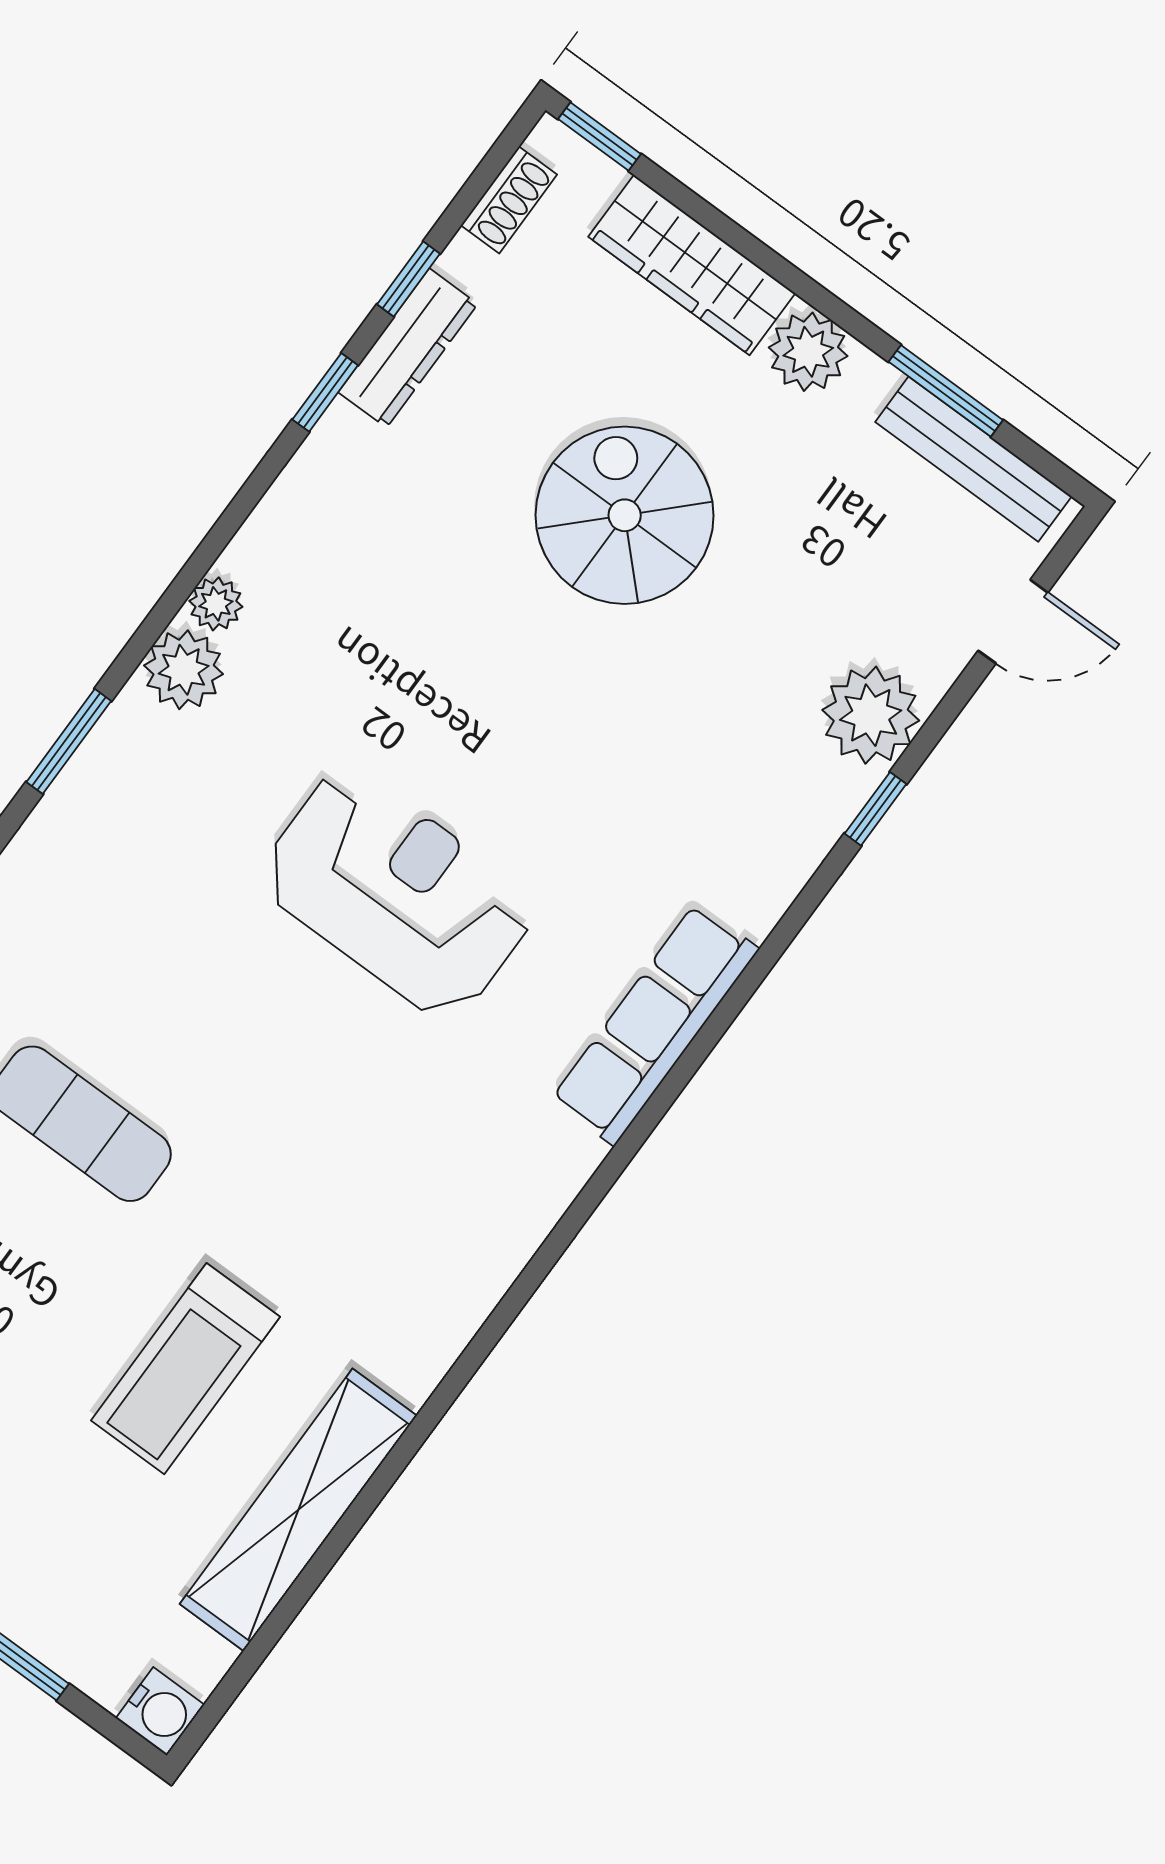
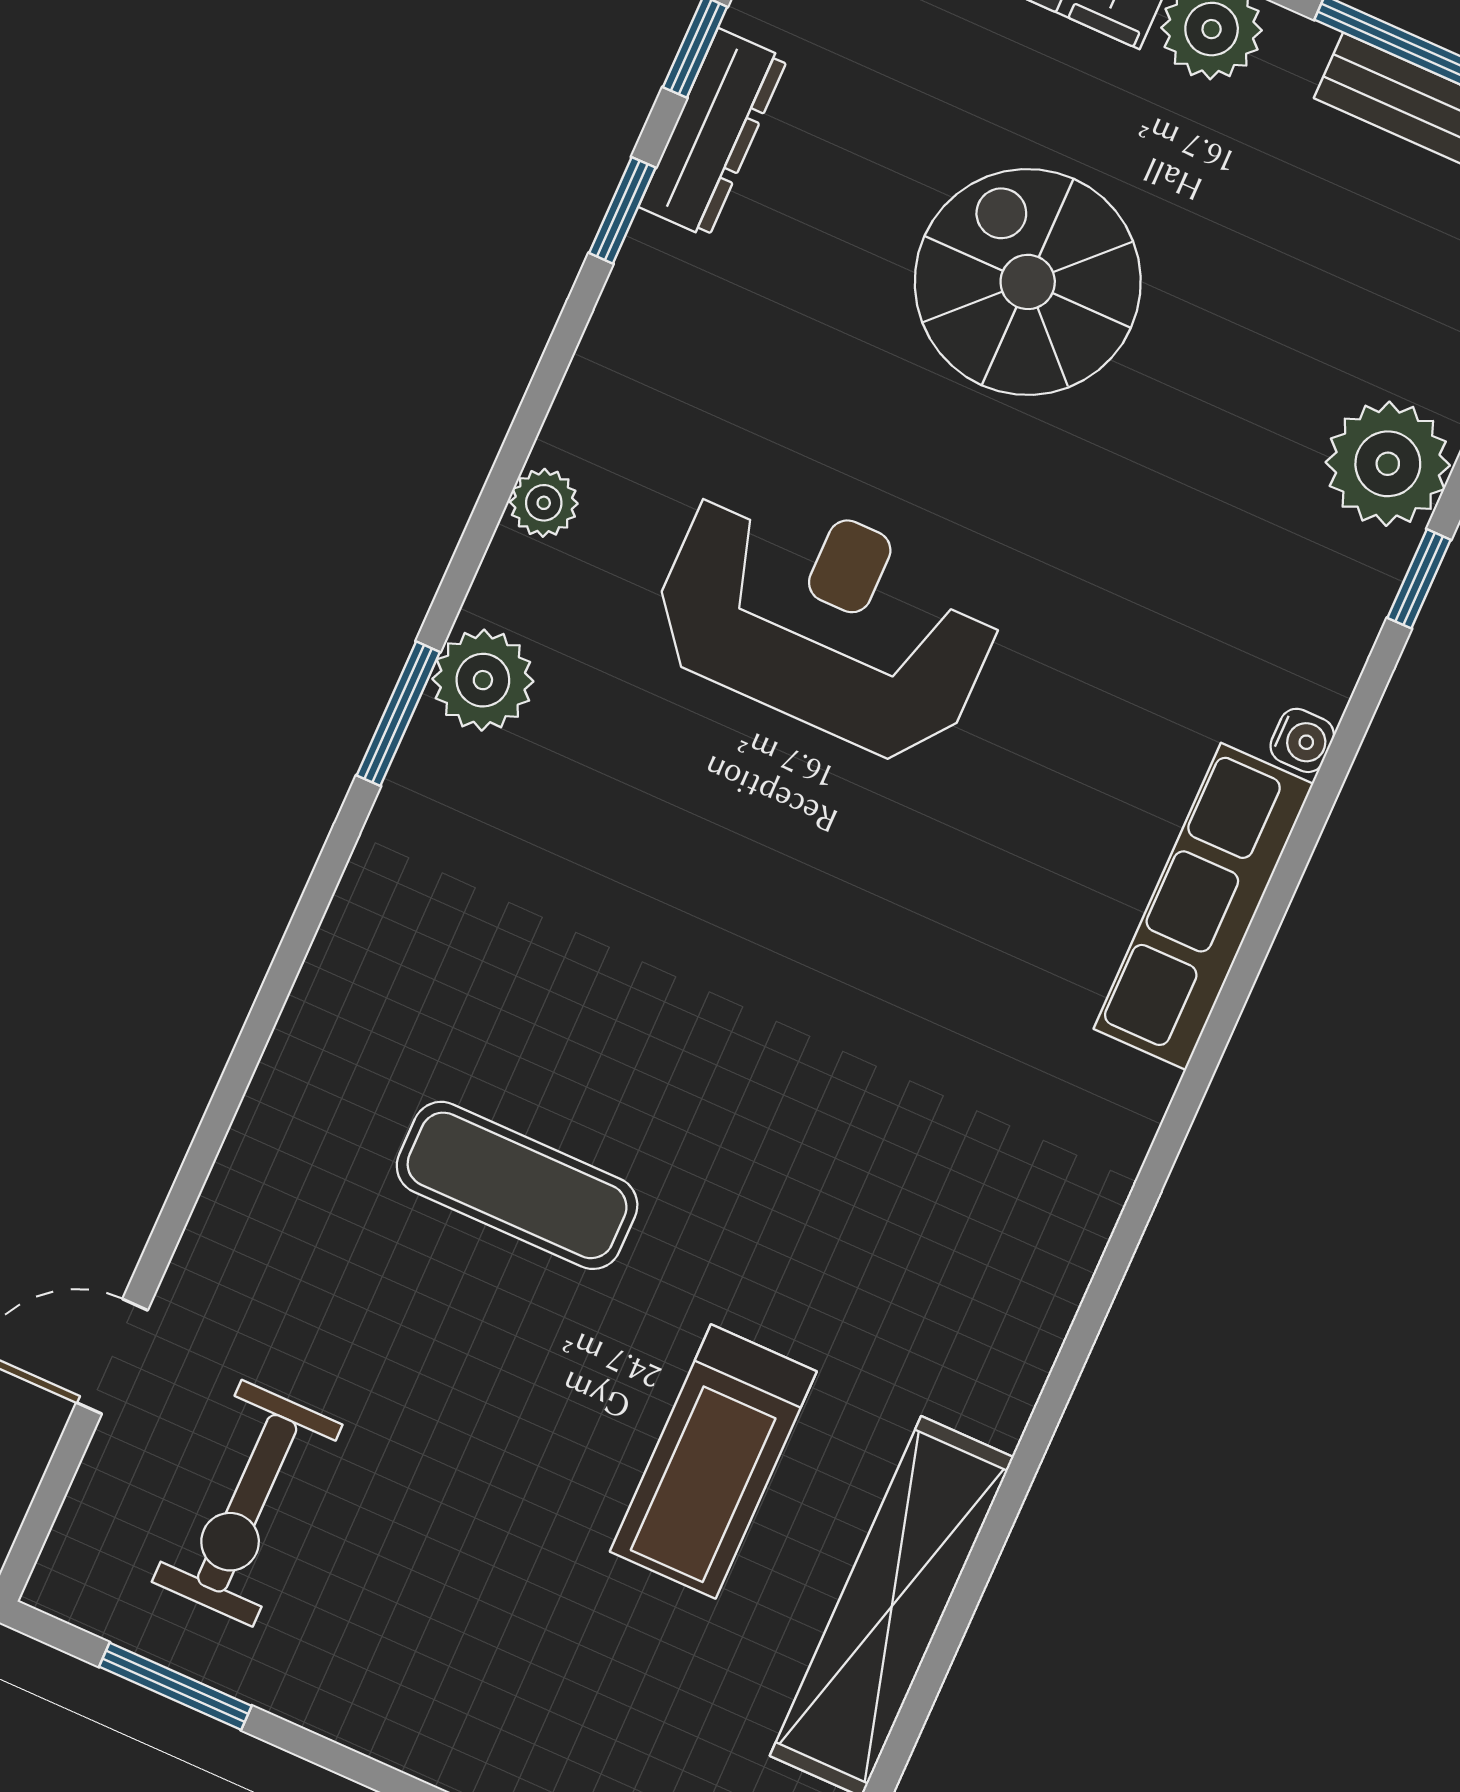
plant: (184, 670) -> (483, 680), moved
reception desk: (397, 893) -> (826, 620), moved
water cooler: (759, 913) -> (1302, 740), added

